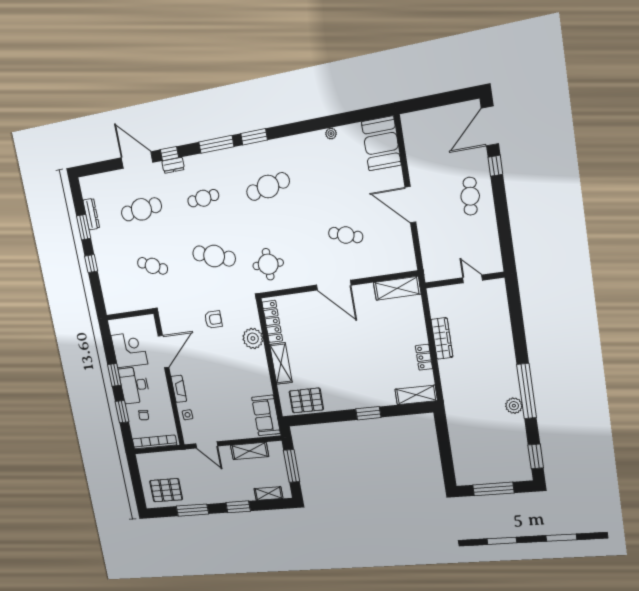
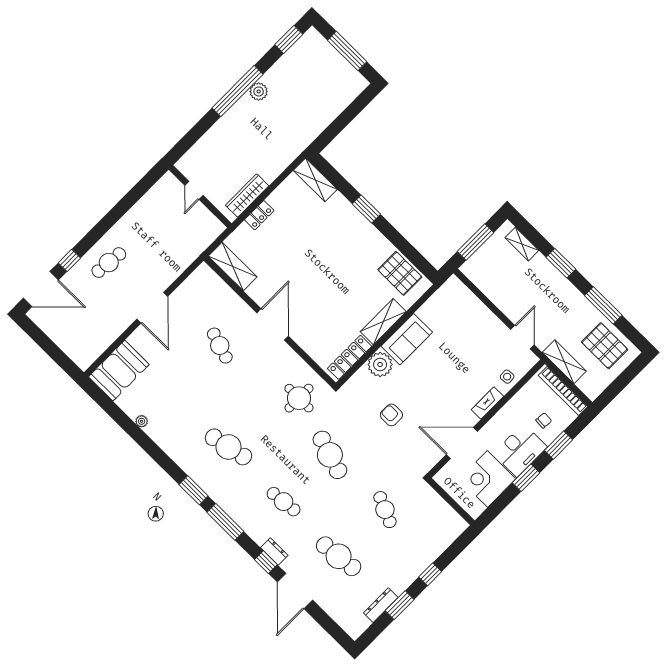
door: (473, 279) -> (194, 190), moved
wall: (464, 280) -> (200, 196), moved
locker: (424, 357) -> (259, 215), moved
sofa: (266, 415) -> (407, 339), moved
shelving: (250, 451) -> (564, 362), moved

